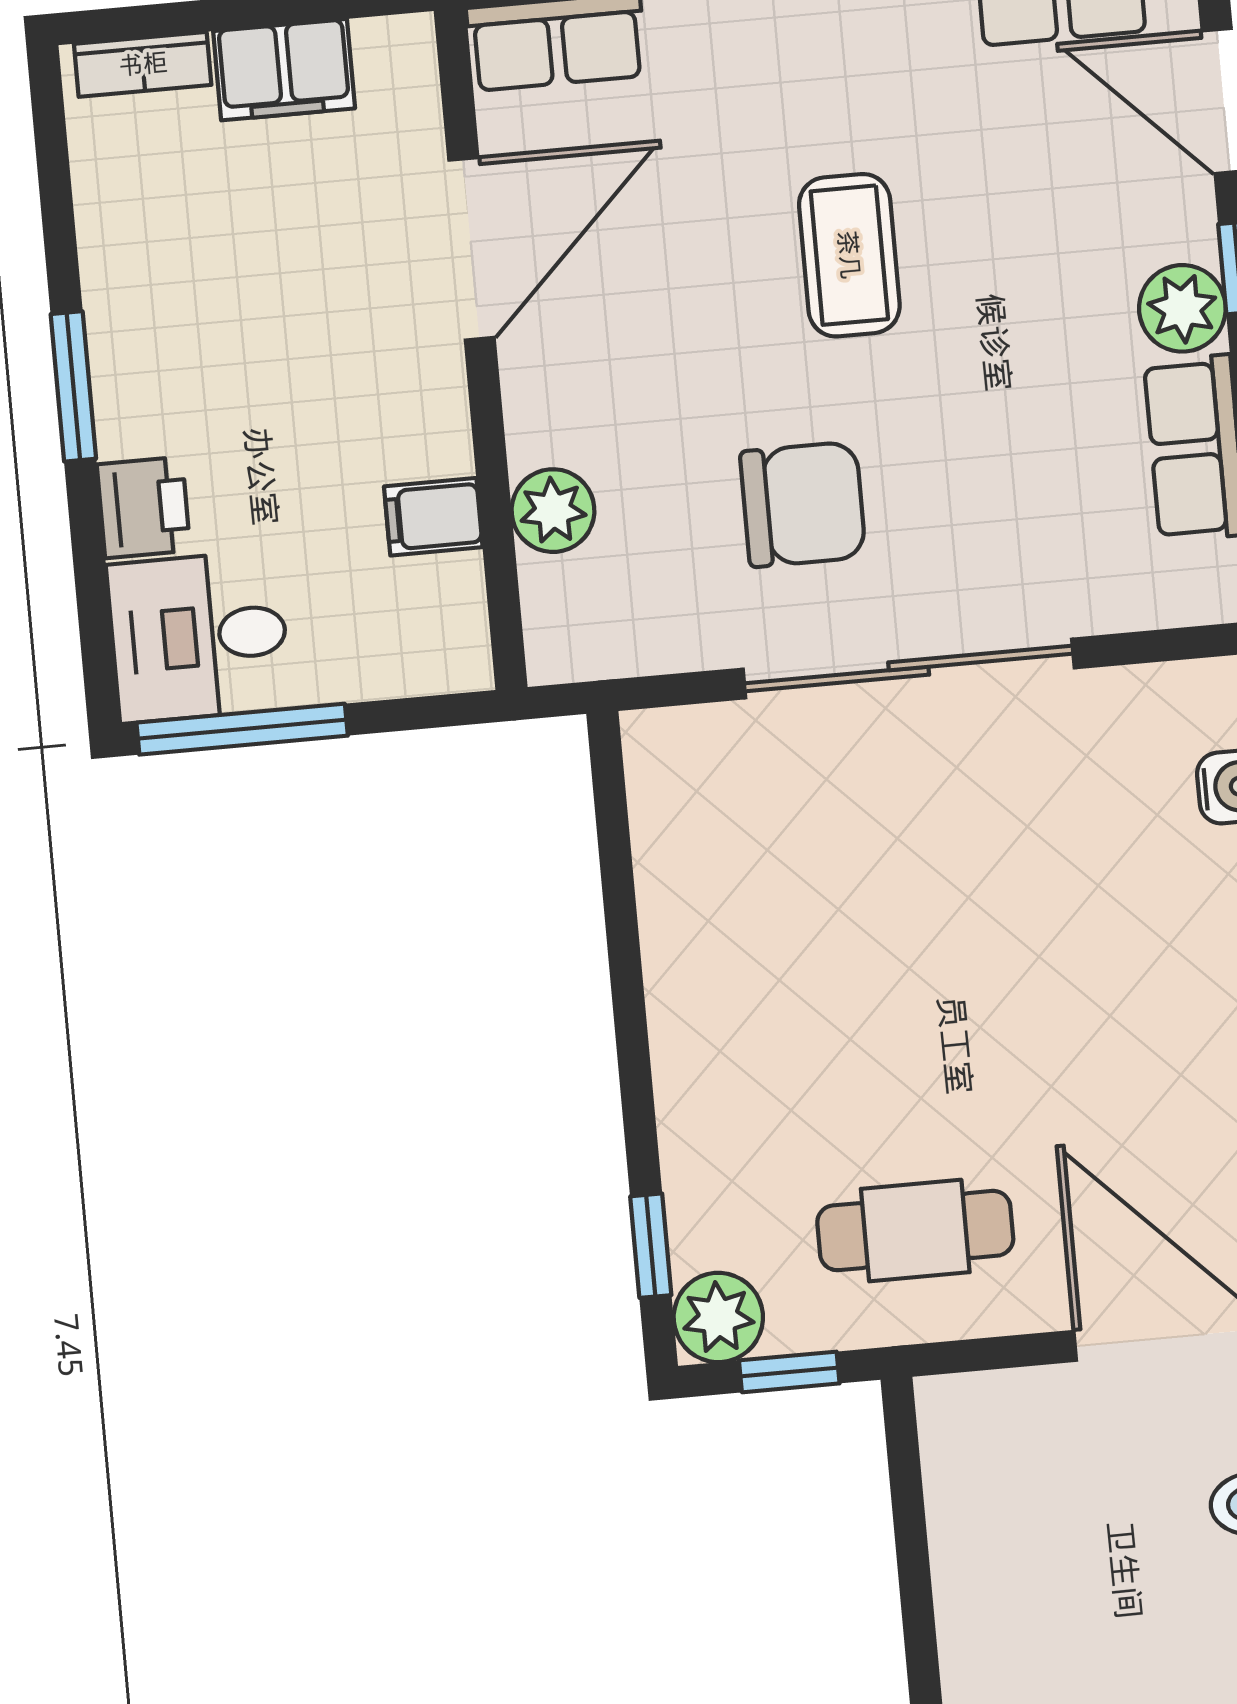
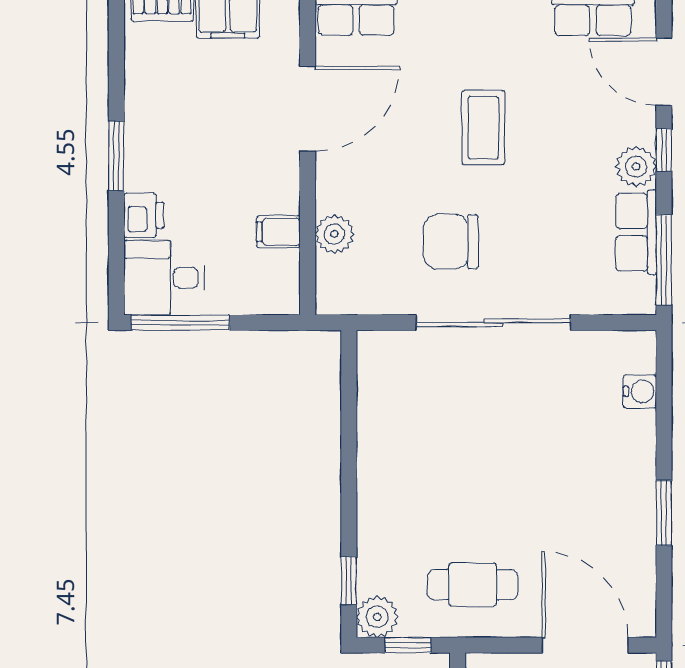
chair: (803, 504) -> (451, 242), turned 180

